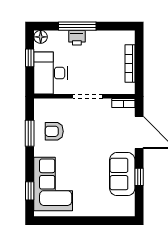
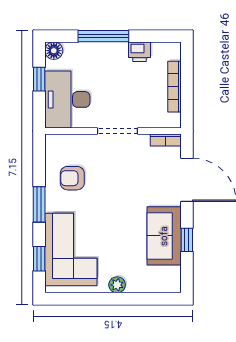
printer: (77, 38) -> (140, 52), moved
window: (30, 133) -> (39, 204), moved
plant: (87, 210) -> (117, 285), added

